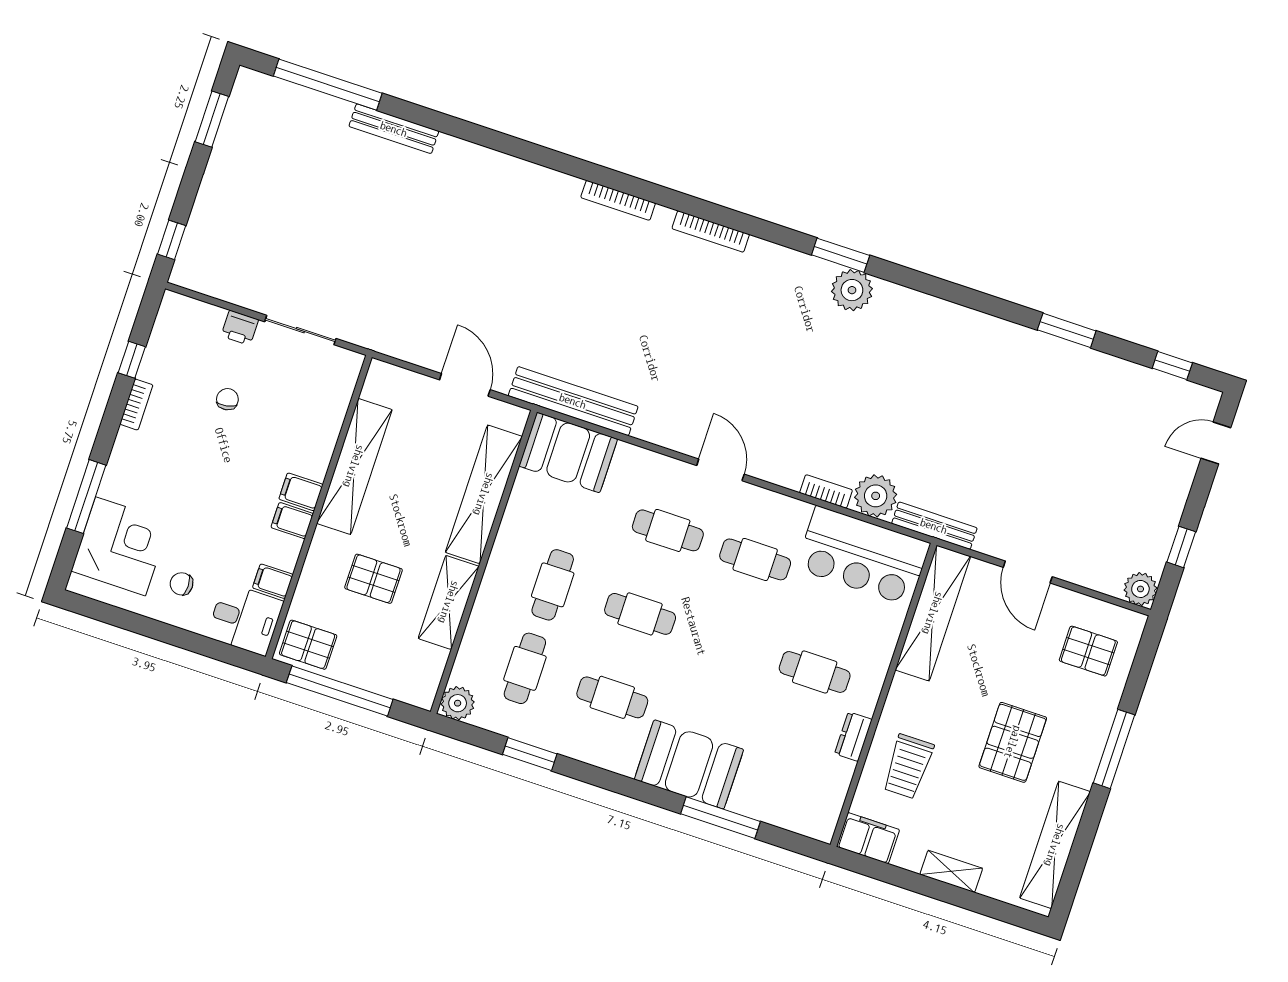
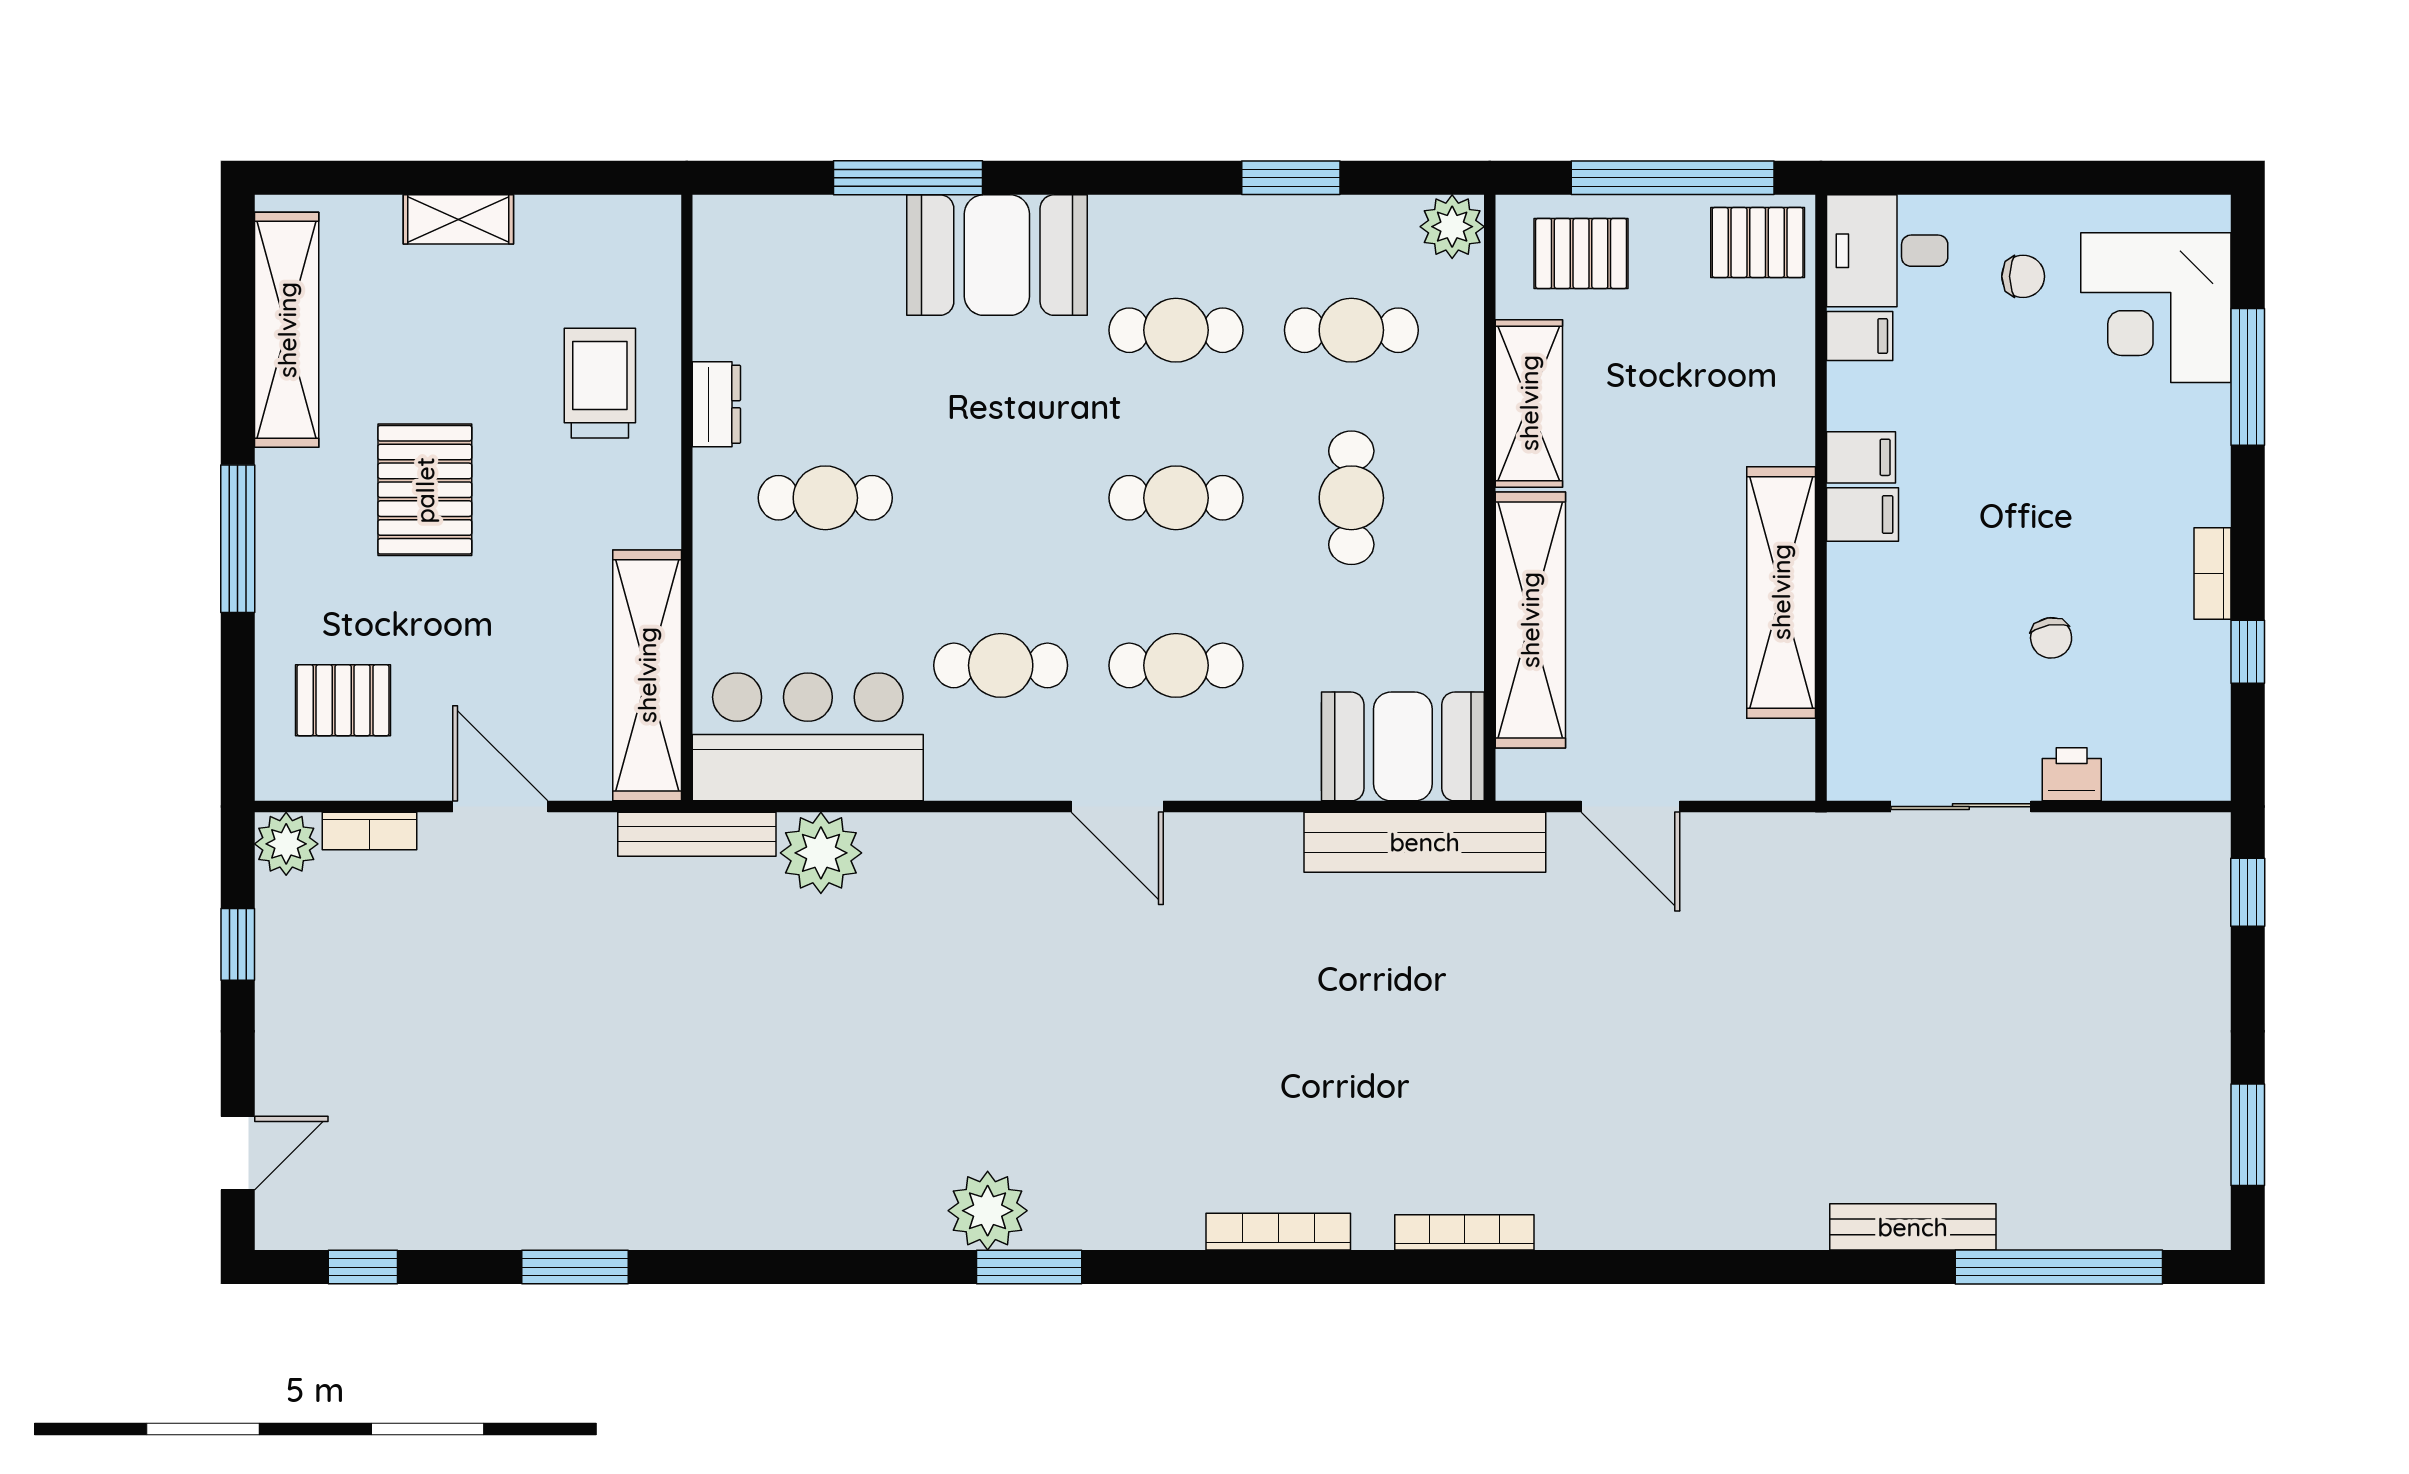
bookcase: (826, 491) -> (369, 831), moved
pallet: (373, 579) -> (1581, 254), moved
cafe table: (525, 668) -> (1351, 330), turned 90
filing cabinet: (868, 838) -> (629, 229), removed

